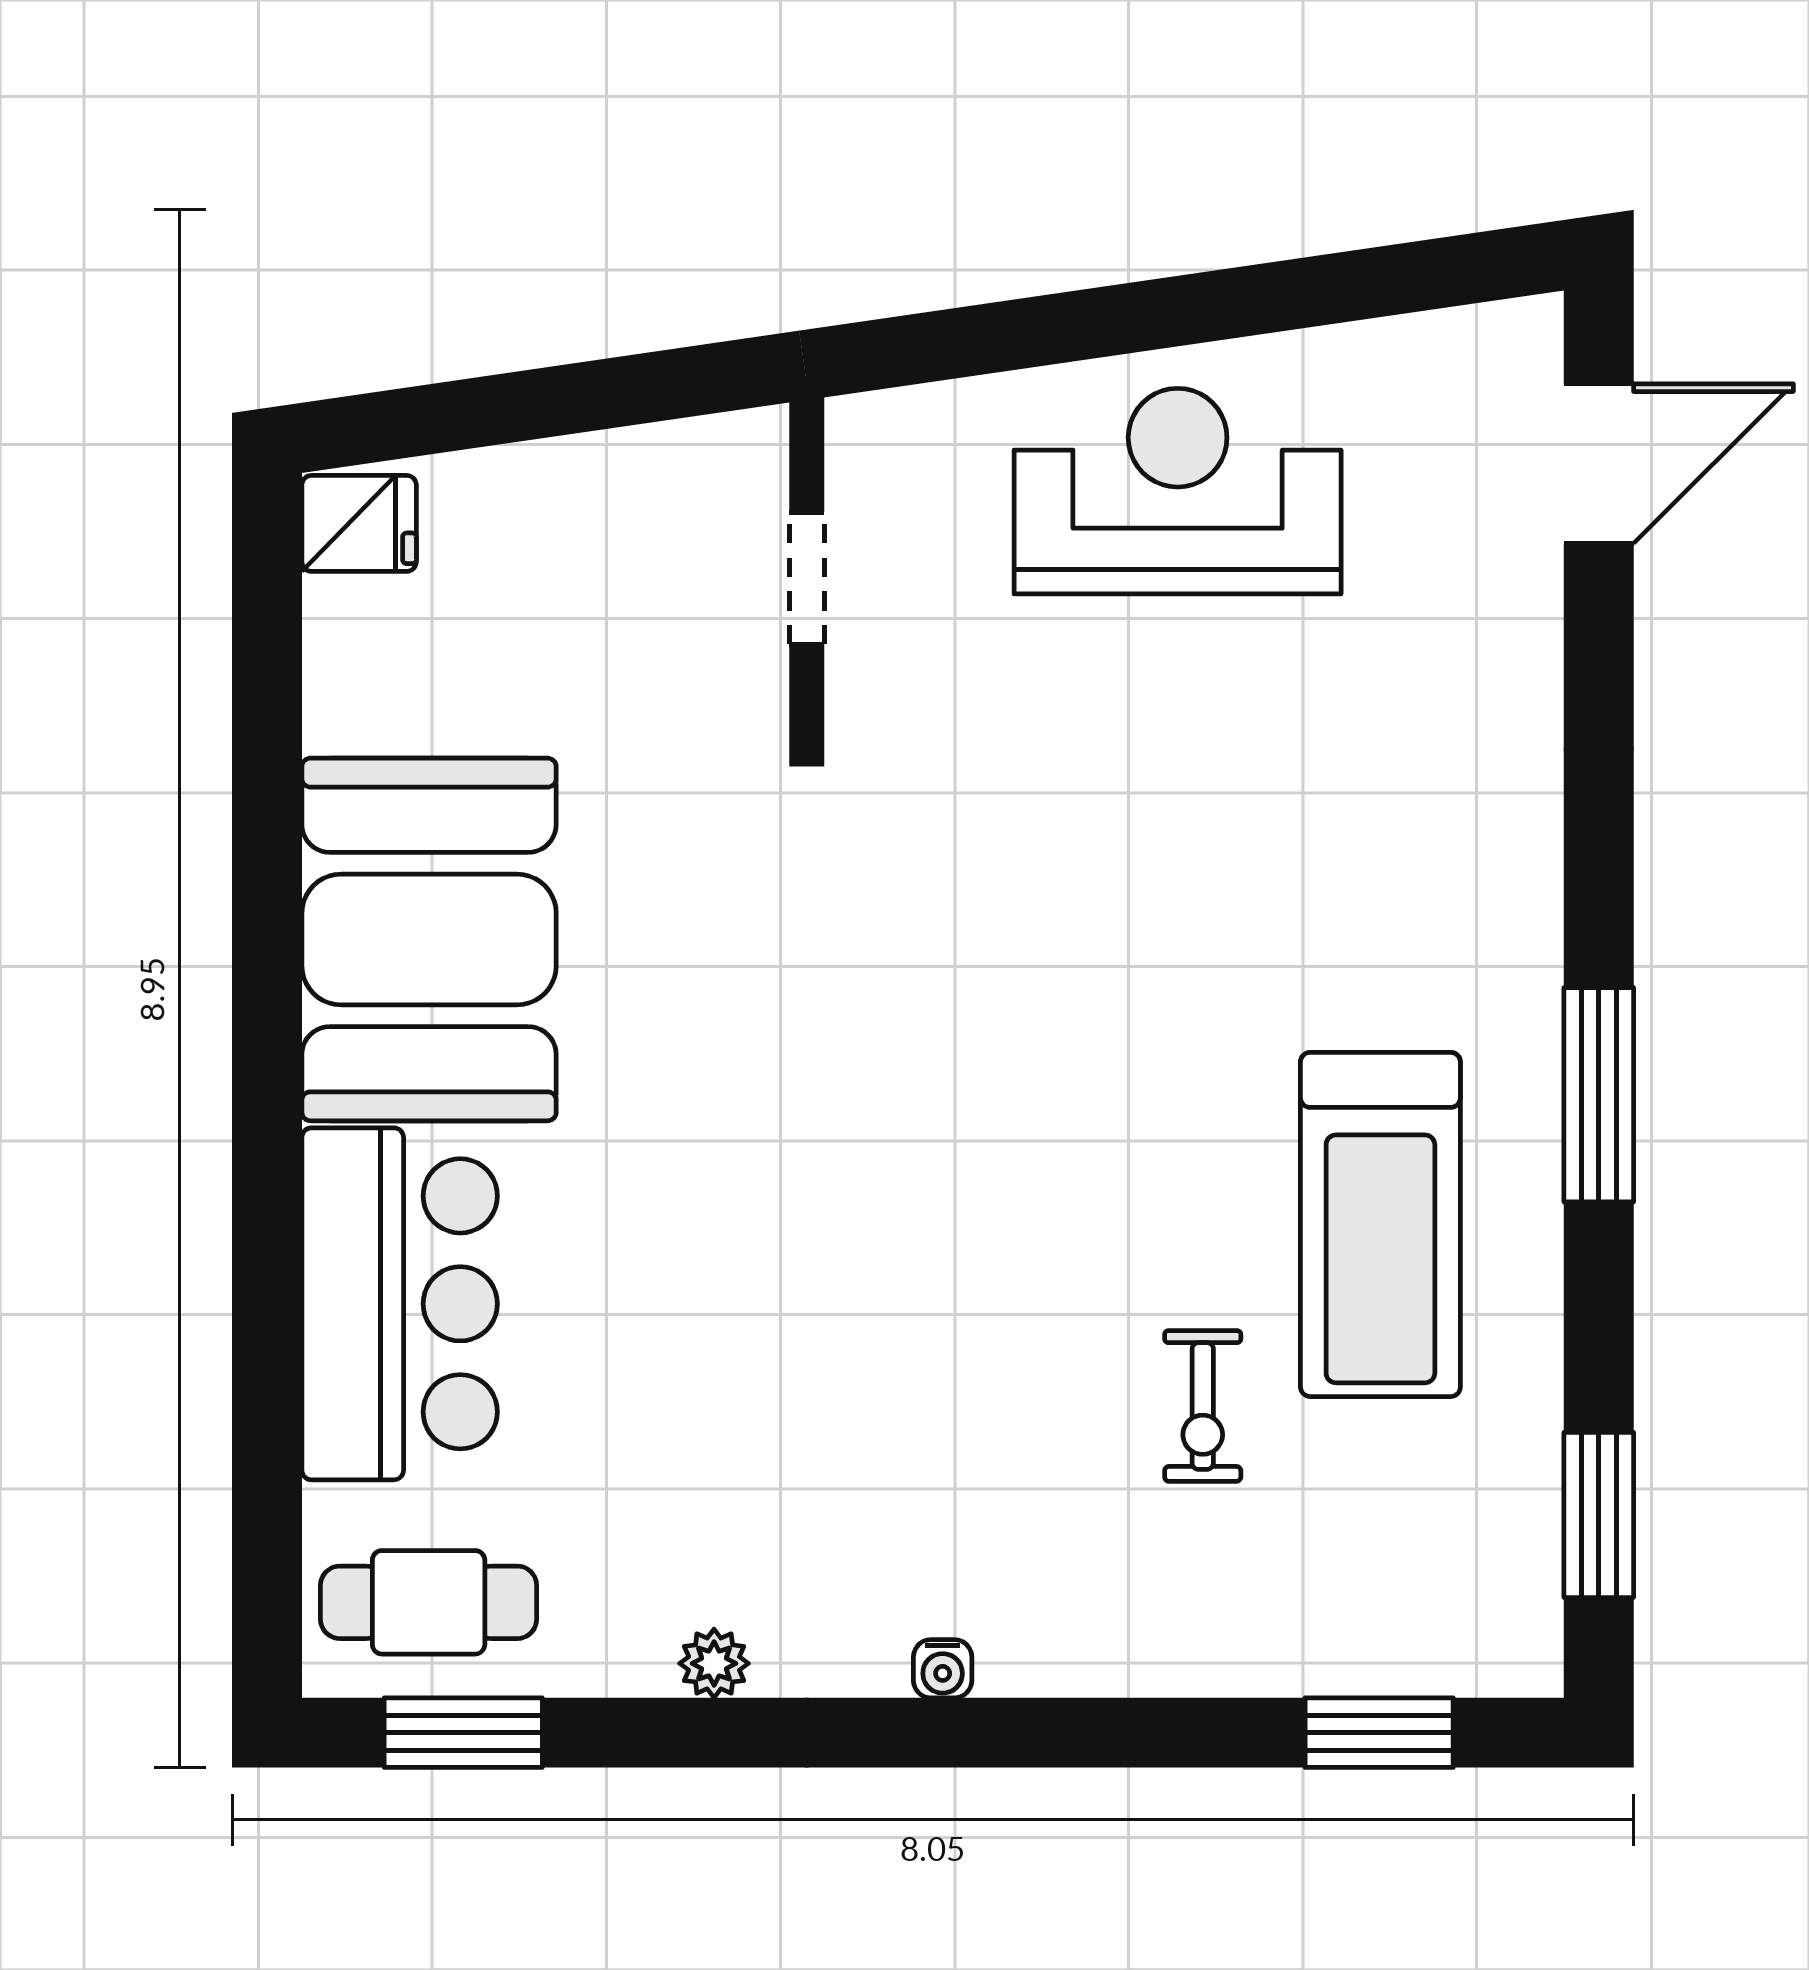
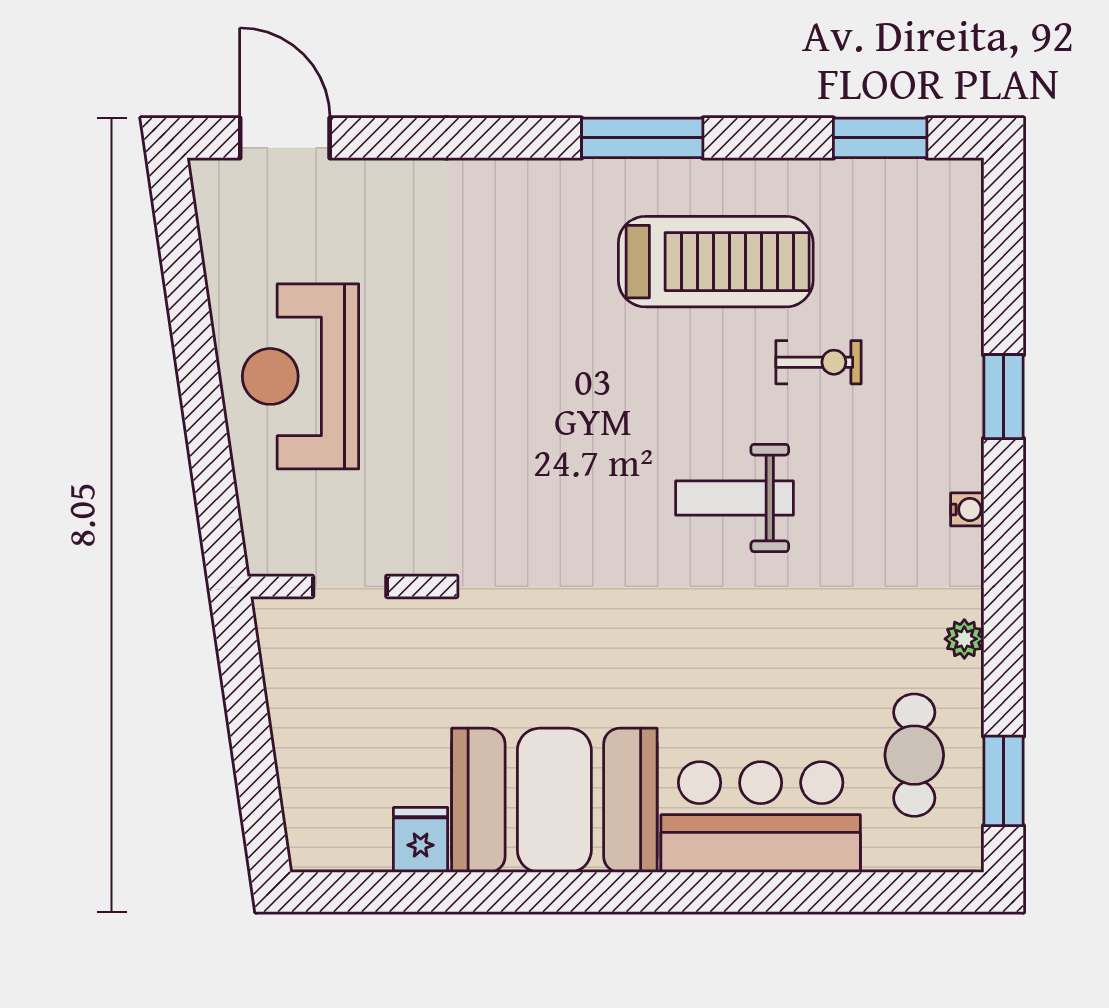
fridge: (359, 523) -> (421, 840), moved
weight bench: (963, 1258) -> (734, 498), added
cafe table: (429, 1602) -> (914, 755), moved
window: (1379, 1733) -> (1003, 397), moved

